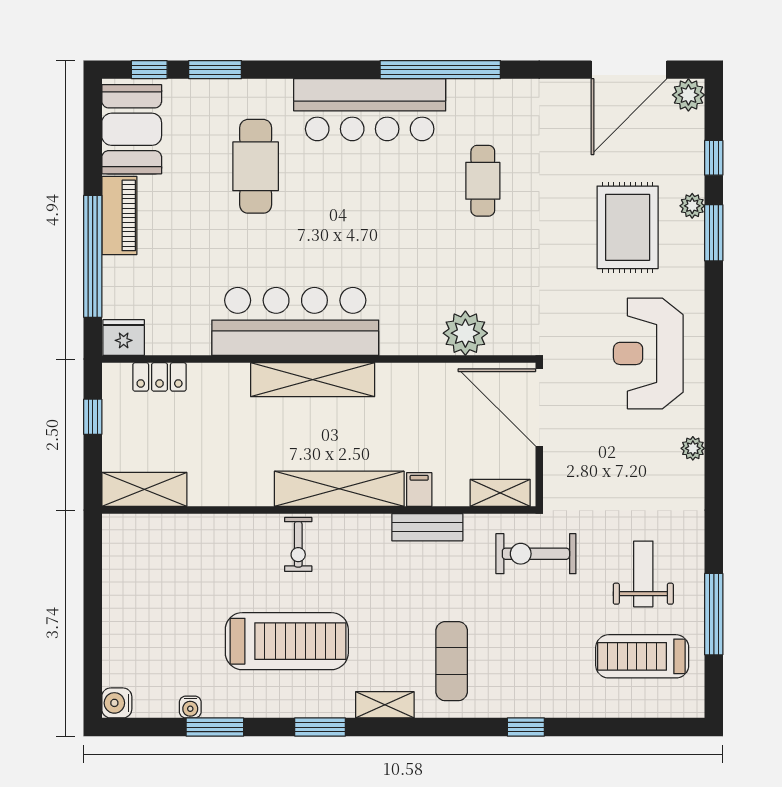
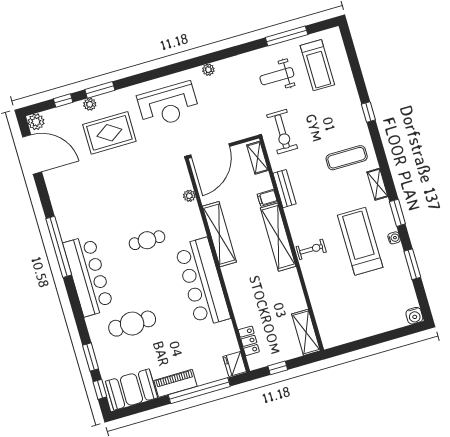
cafe table: (483, 181) -> (147, 240), moved
plant: (465, 333) -> (189, 196), width x0.53, depth x0.53
shelving: (313, 380) -> (219, 234), moved
water cooler: (190, 707) -> (394, 238), moved

